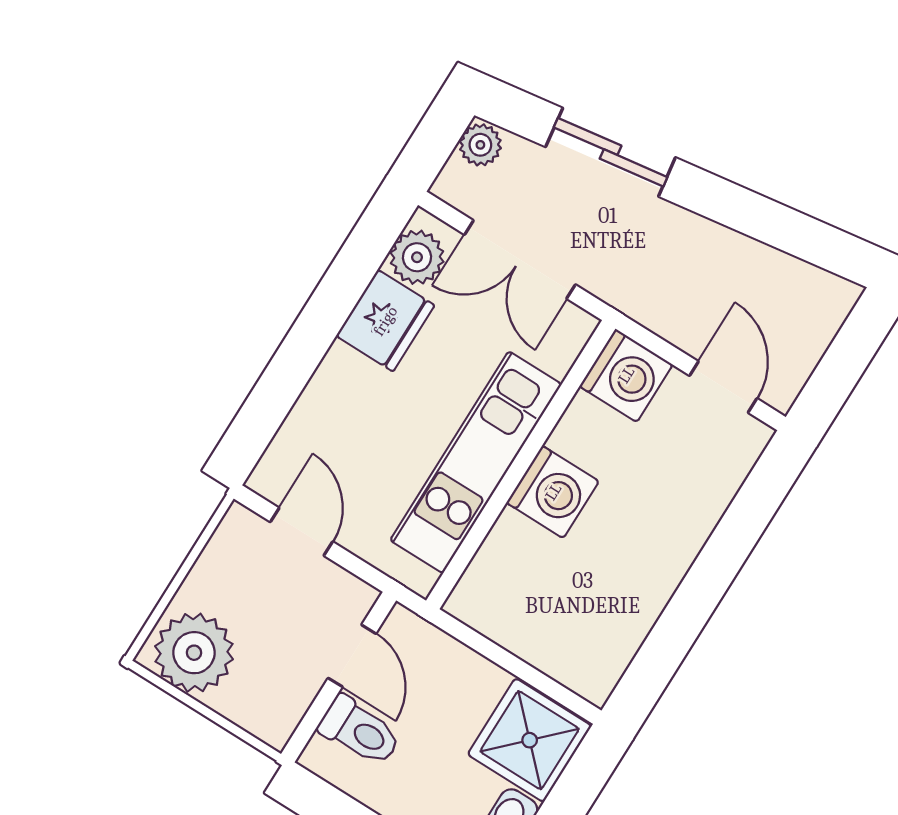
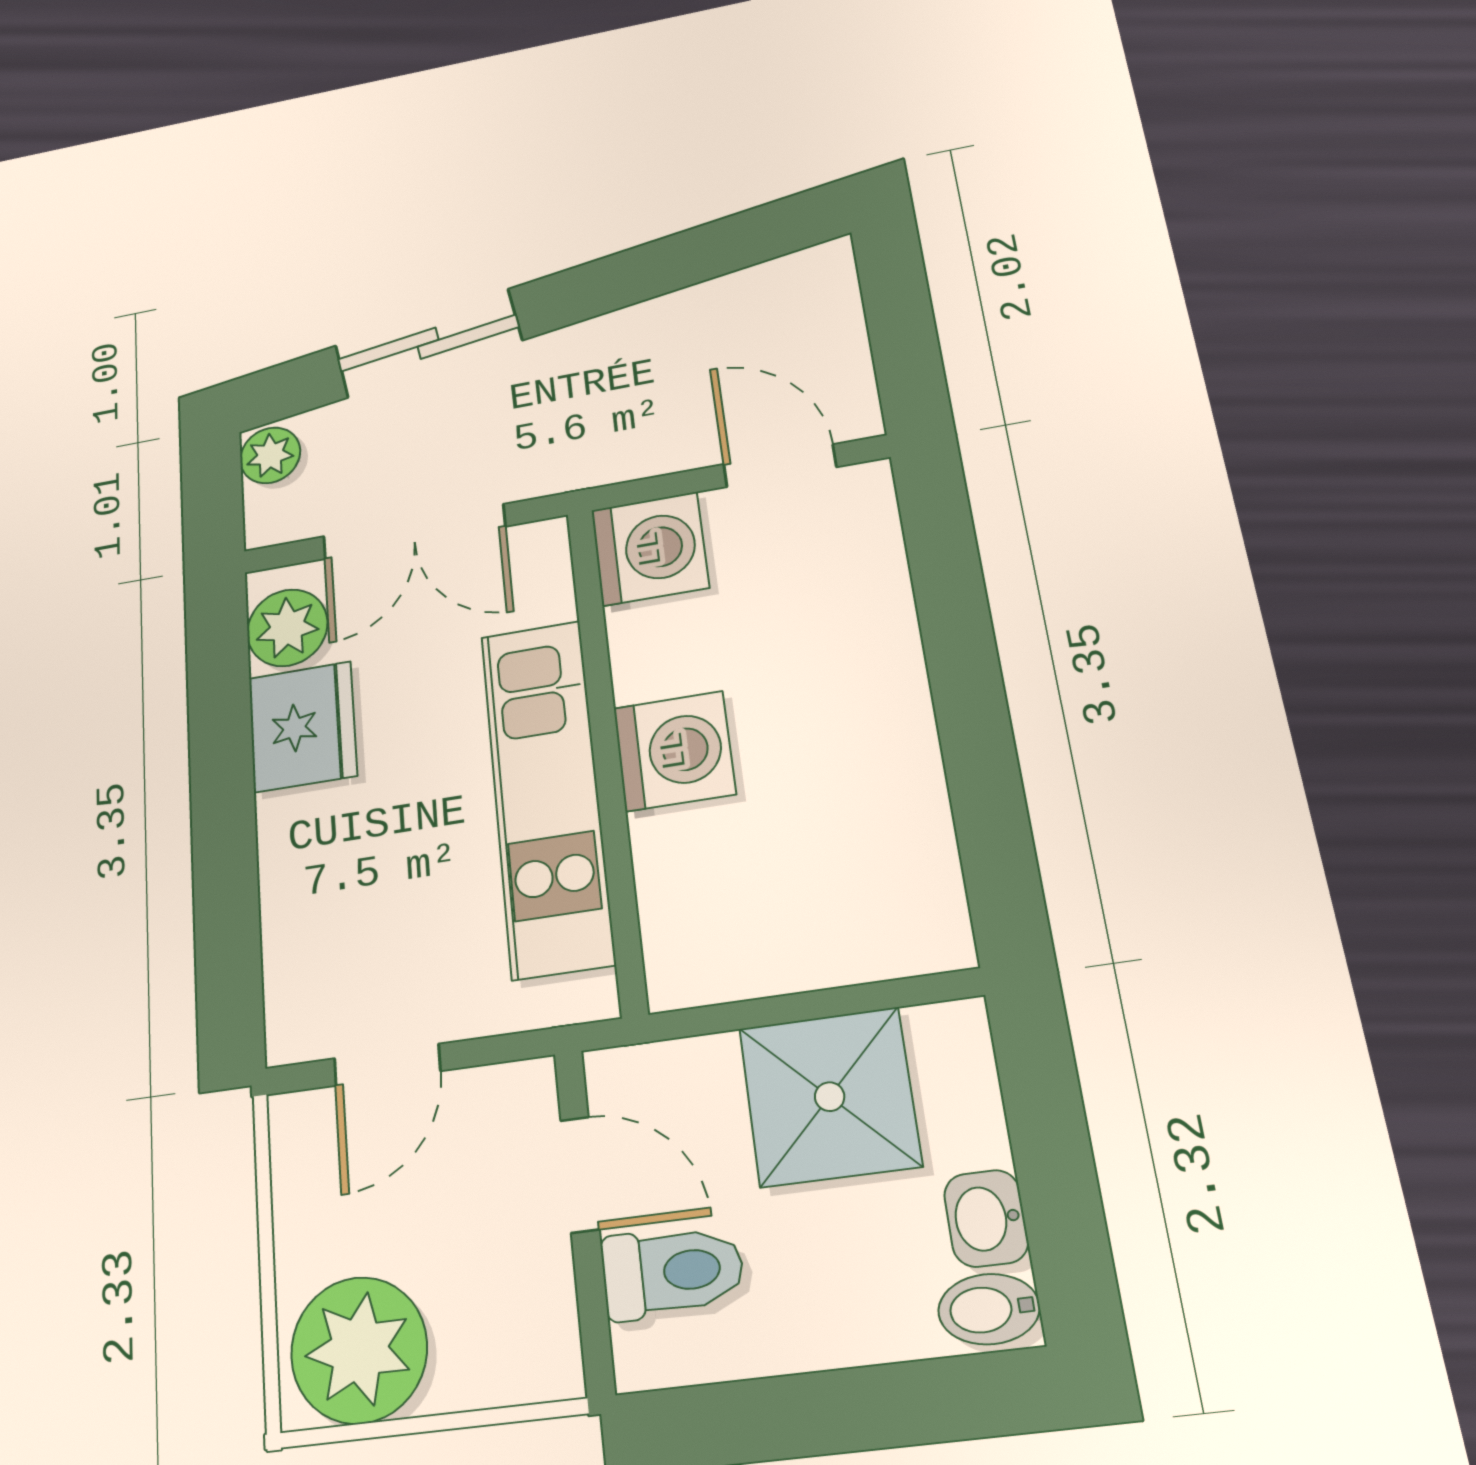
door: (302, 532) -> (387, 1065), swing flipped
shower: (530, 740) -> (830, 1097), moved

